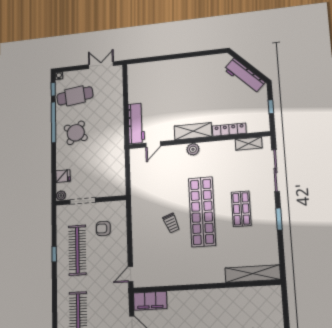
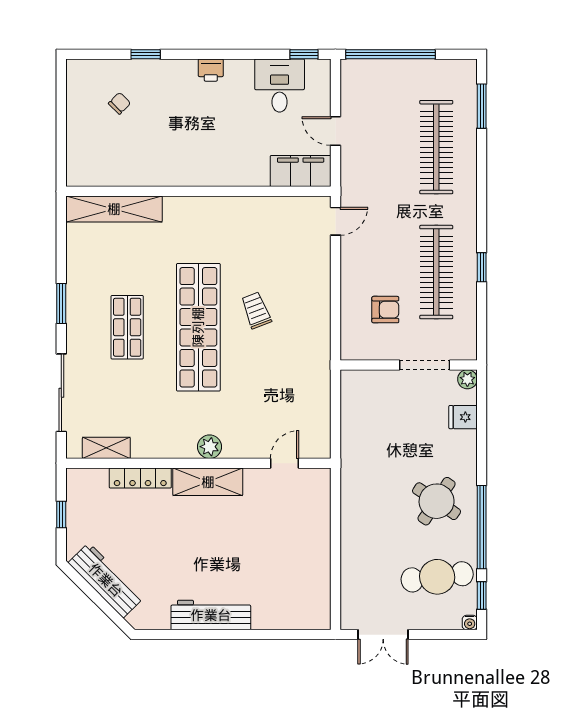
workbench: (136, 123) -> (211, 615), moved, turned 90

